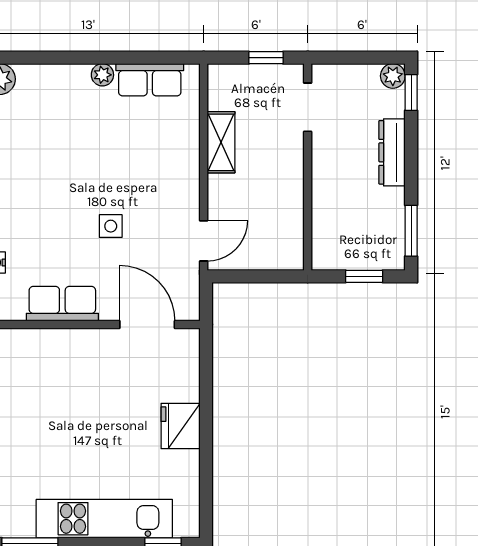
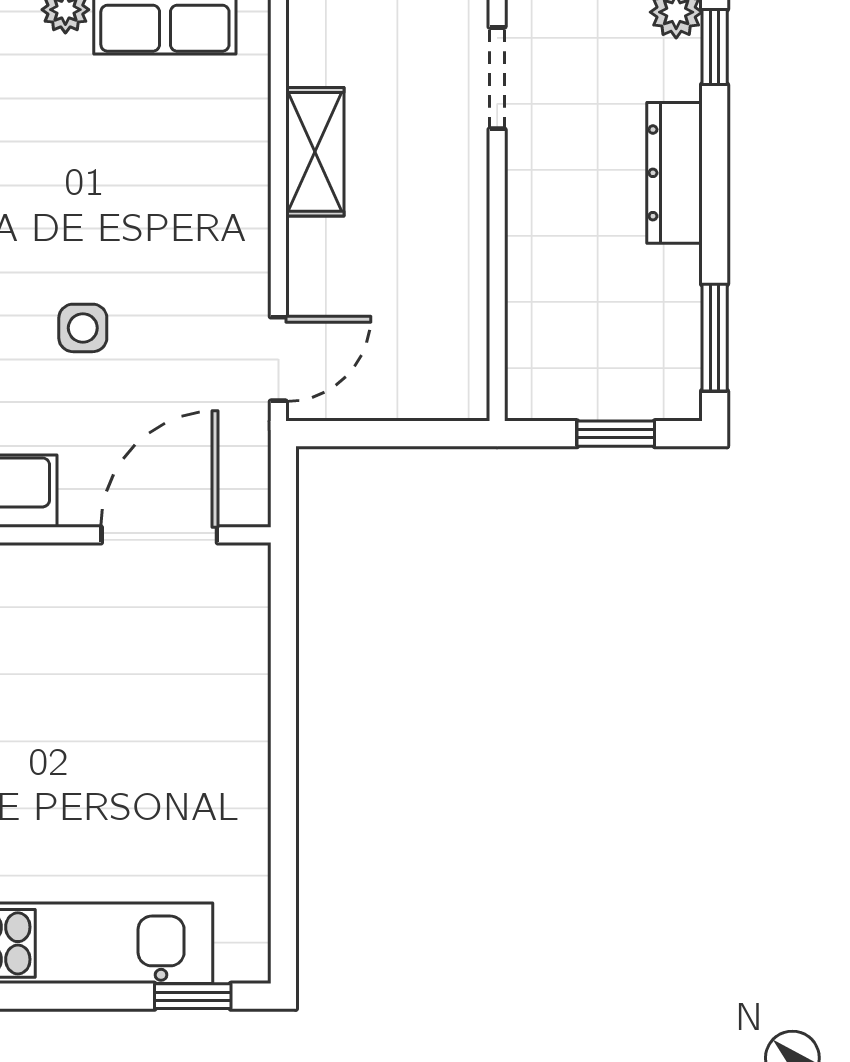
door: (147, 325) -> (159, 535), hinge flipped
fridge: (181, 426) -> (230, 748), removed

